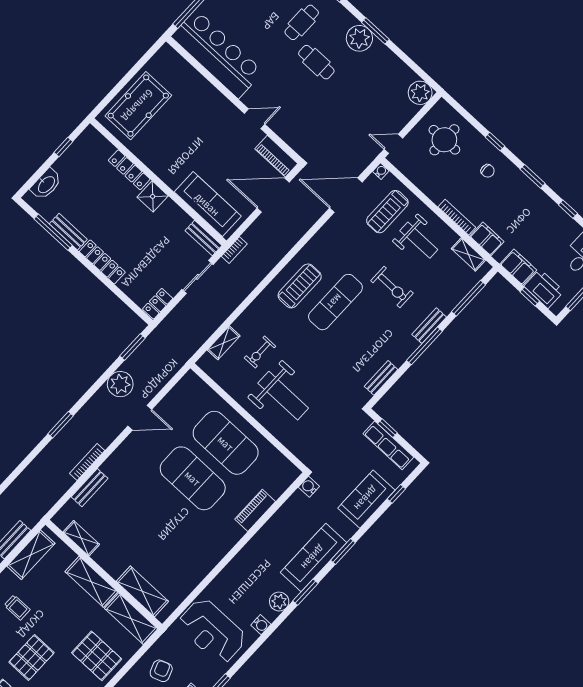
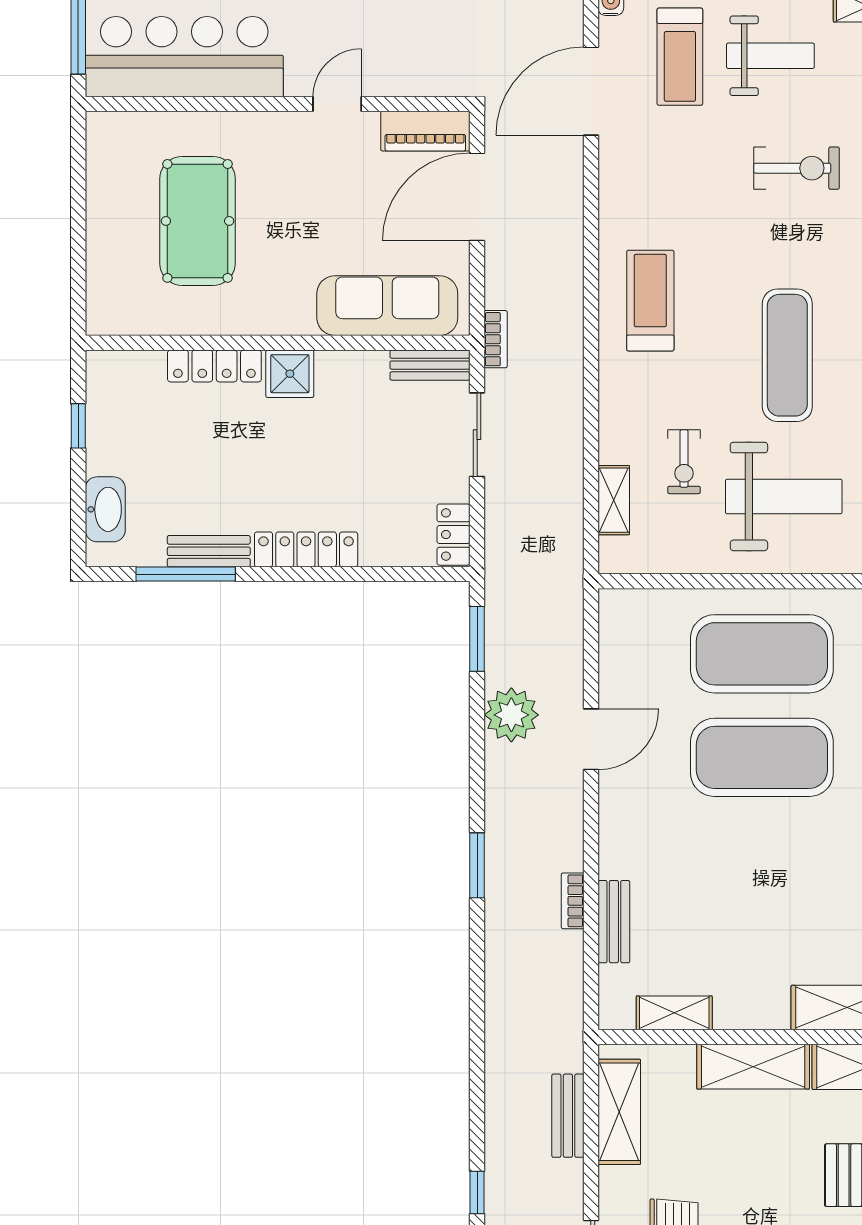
pool table: (138, 106) -> (198, 221), moved
exercise mat: (335, 302) -> (787, 355), moved
bookcase: (87, 462) -> (573, 901), width x0.64

